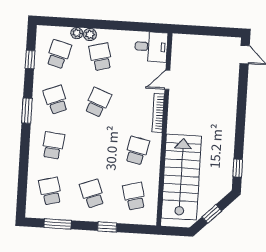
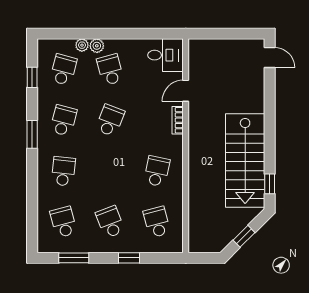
school desk: (56, 100) -> (63, 120), turned 36
bookcase: (158, 113) -> (178, 120), width x0.64
stairs: (181, 177) -> (245, 160), moved, turned 180

